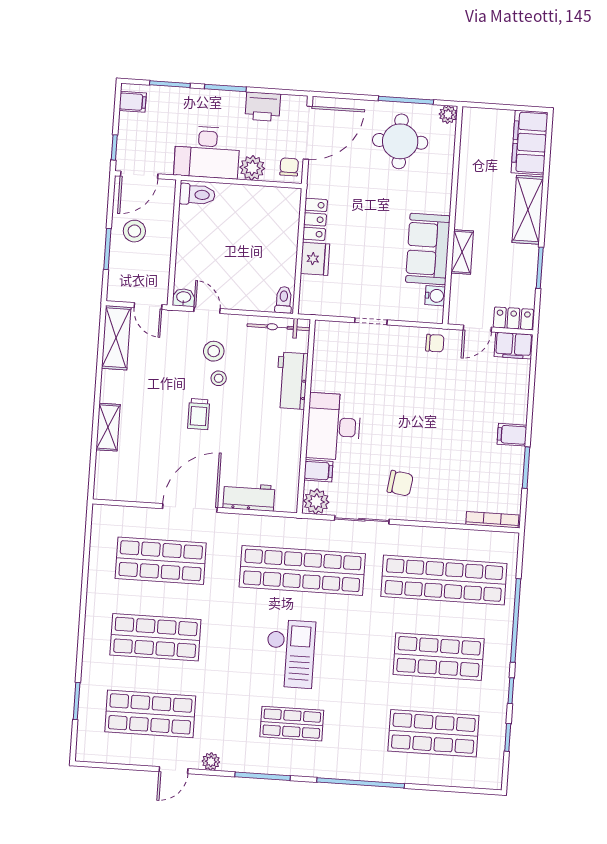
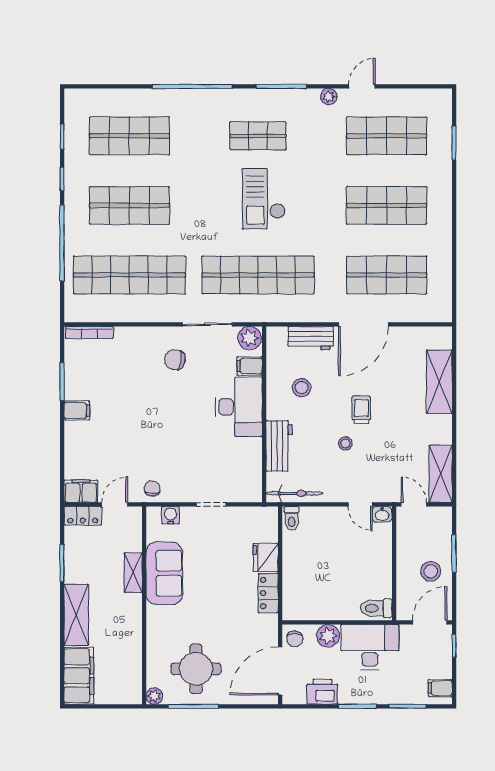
water cooler: (435, 296) -> (171, 515), moved, turned 90
chair: (435, 343) -> (152, 489), turned 90
stool: (214, 351) -> (302, 388), moved
shelving: (108, 427) -> (439, 382), width x1.50, depth x1.33

